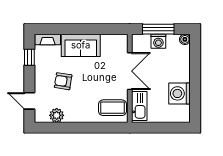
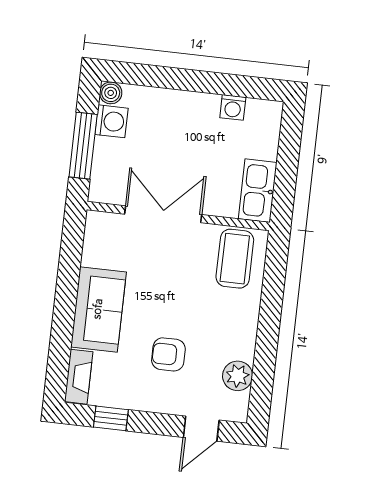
washing machine: (158, 41) -> (111, 121), moved
armchair: (63, 81) -> (168, 354), turned 81
washing machine: (180, 93) -> (233, 107), width x0.53, depth x0.53
kitchen sink: (139, 106) -> (258, 191), moved, turned -90

